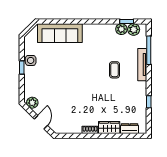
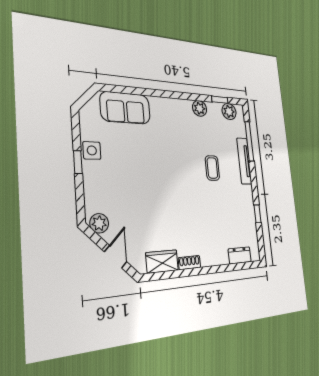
plant: (121, 29) -> (200, 108), moved
sofa: (60, 33) -> (125, 108), width x0.73
wardrobe: (109, 127) -> (162, 261), moved

